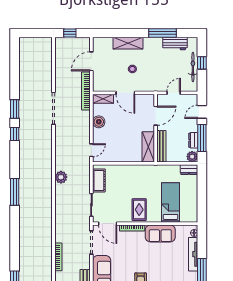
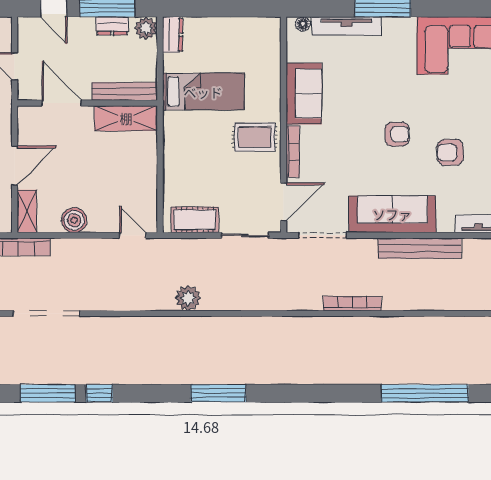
window: (15, 109) -> (48, 393), width x1.44
bed: (171, 202) -> (203, 92), moved, turned 180

